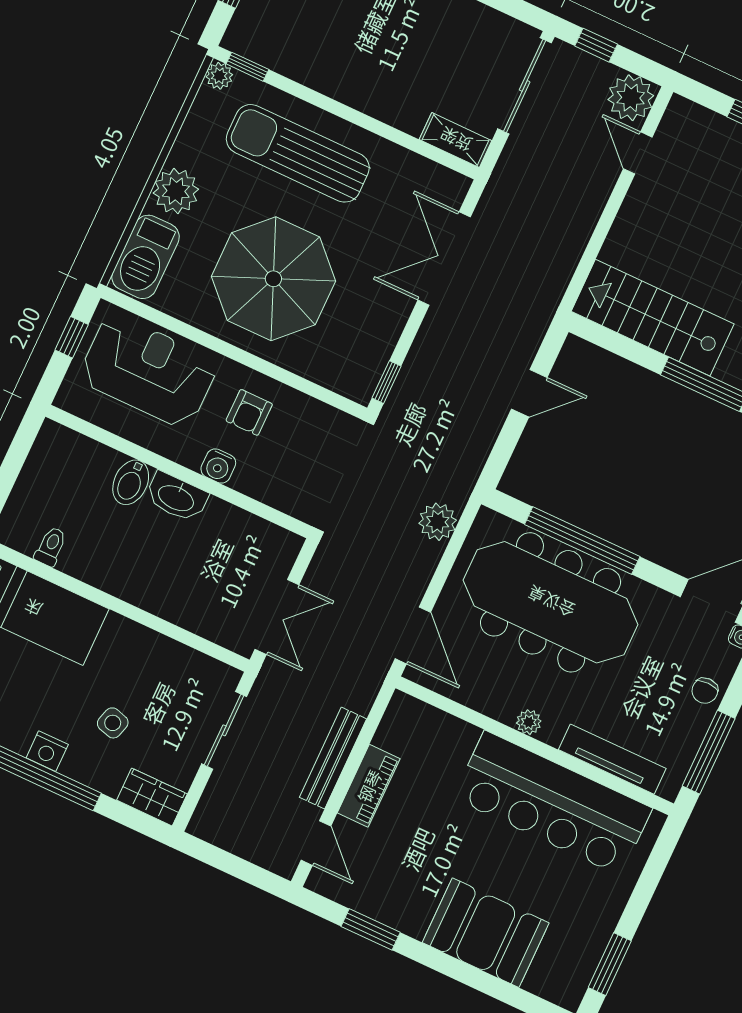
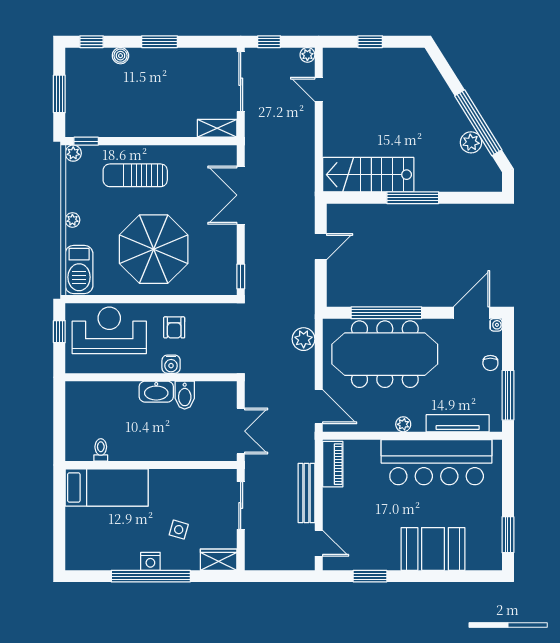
plant: (631, 98) -> (307, 55), width x0.53, depth x0.53
sun lounger: (298, 153) -> (135, 175), width x0.73, depth x0.75
plant: (176, 191) -> (72, 220), width x0.53, depth x0.53
bidet: (131, 482) -> (185, 395), moved
piano: (369, 786) -> (333, 464), moved

